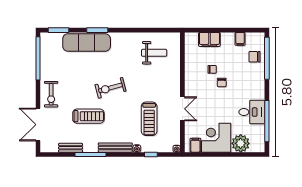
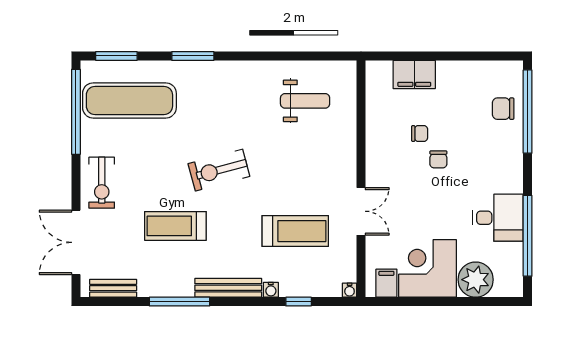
filing cabinet: (240, 39) -> (475, 73), removed
exercise mat: (87, 43) -> (129, 100), moved
treadmill: (88, 116) -> (175, 226), turned 180
treadmill: (149, 119) -> (295, 231), turned -90
bench: (71, 148) -> (113, 288), moved

